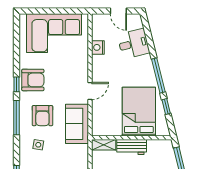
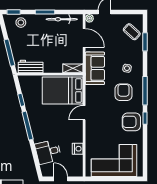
bed: (139, 112) -> (63, 91), moved, turned 90
sofa: (77, 124) -> (95, 68), moved
workbench: (132, 147) -> (31, 66), moved

